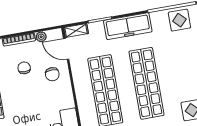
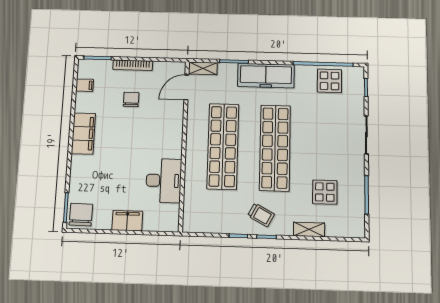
plant: (41, 37) -> (160, 67), removed
door: (66, 49) -> (186, 87), hinge flipped
chair: (52, 74) -> (163, 114), removed

